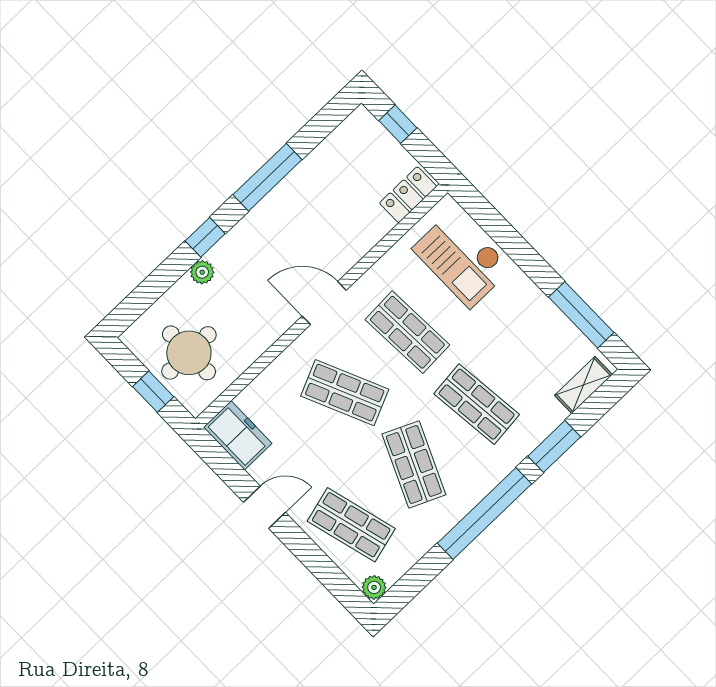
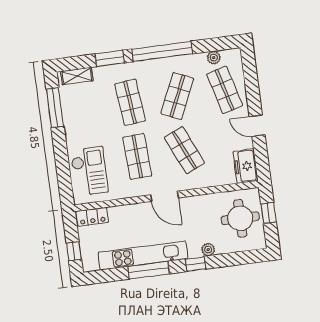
kitchen unit: (292, 193) -> (143, 255), added
plant: (374, 587) -> (214, 58), moved

